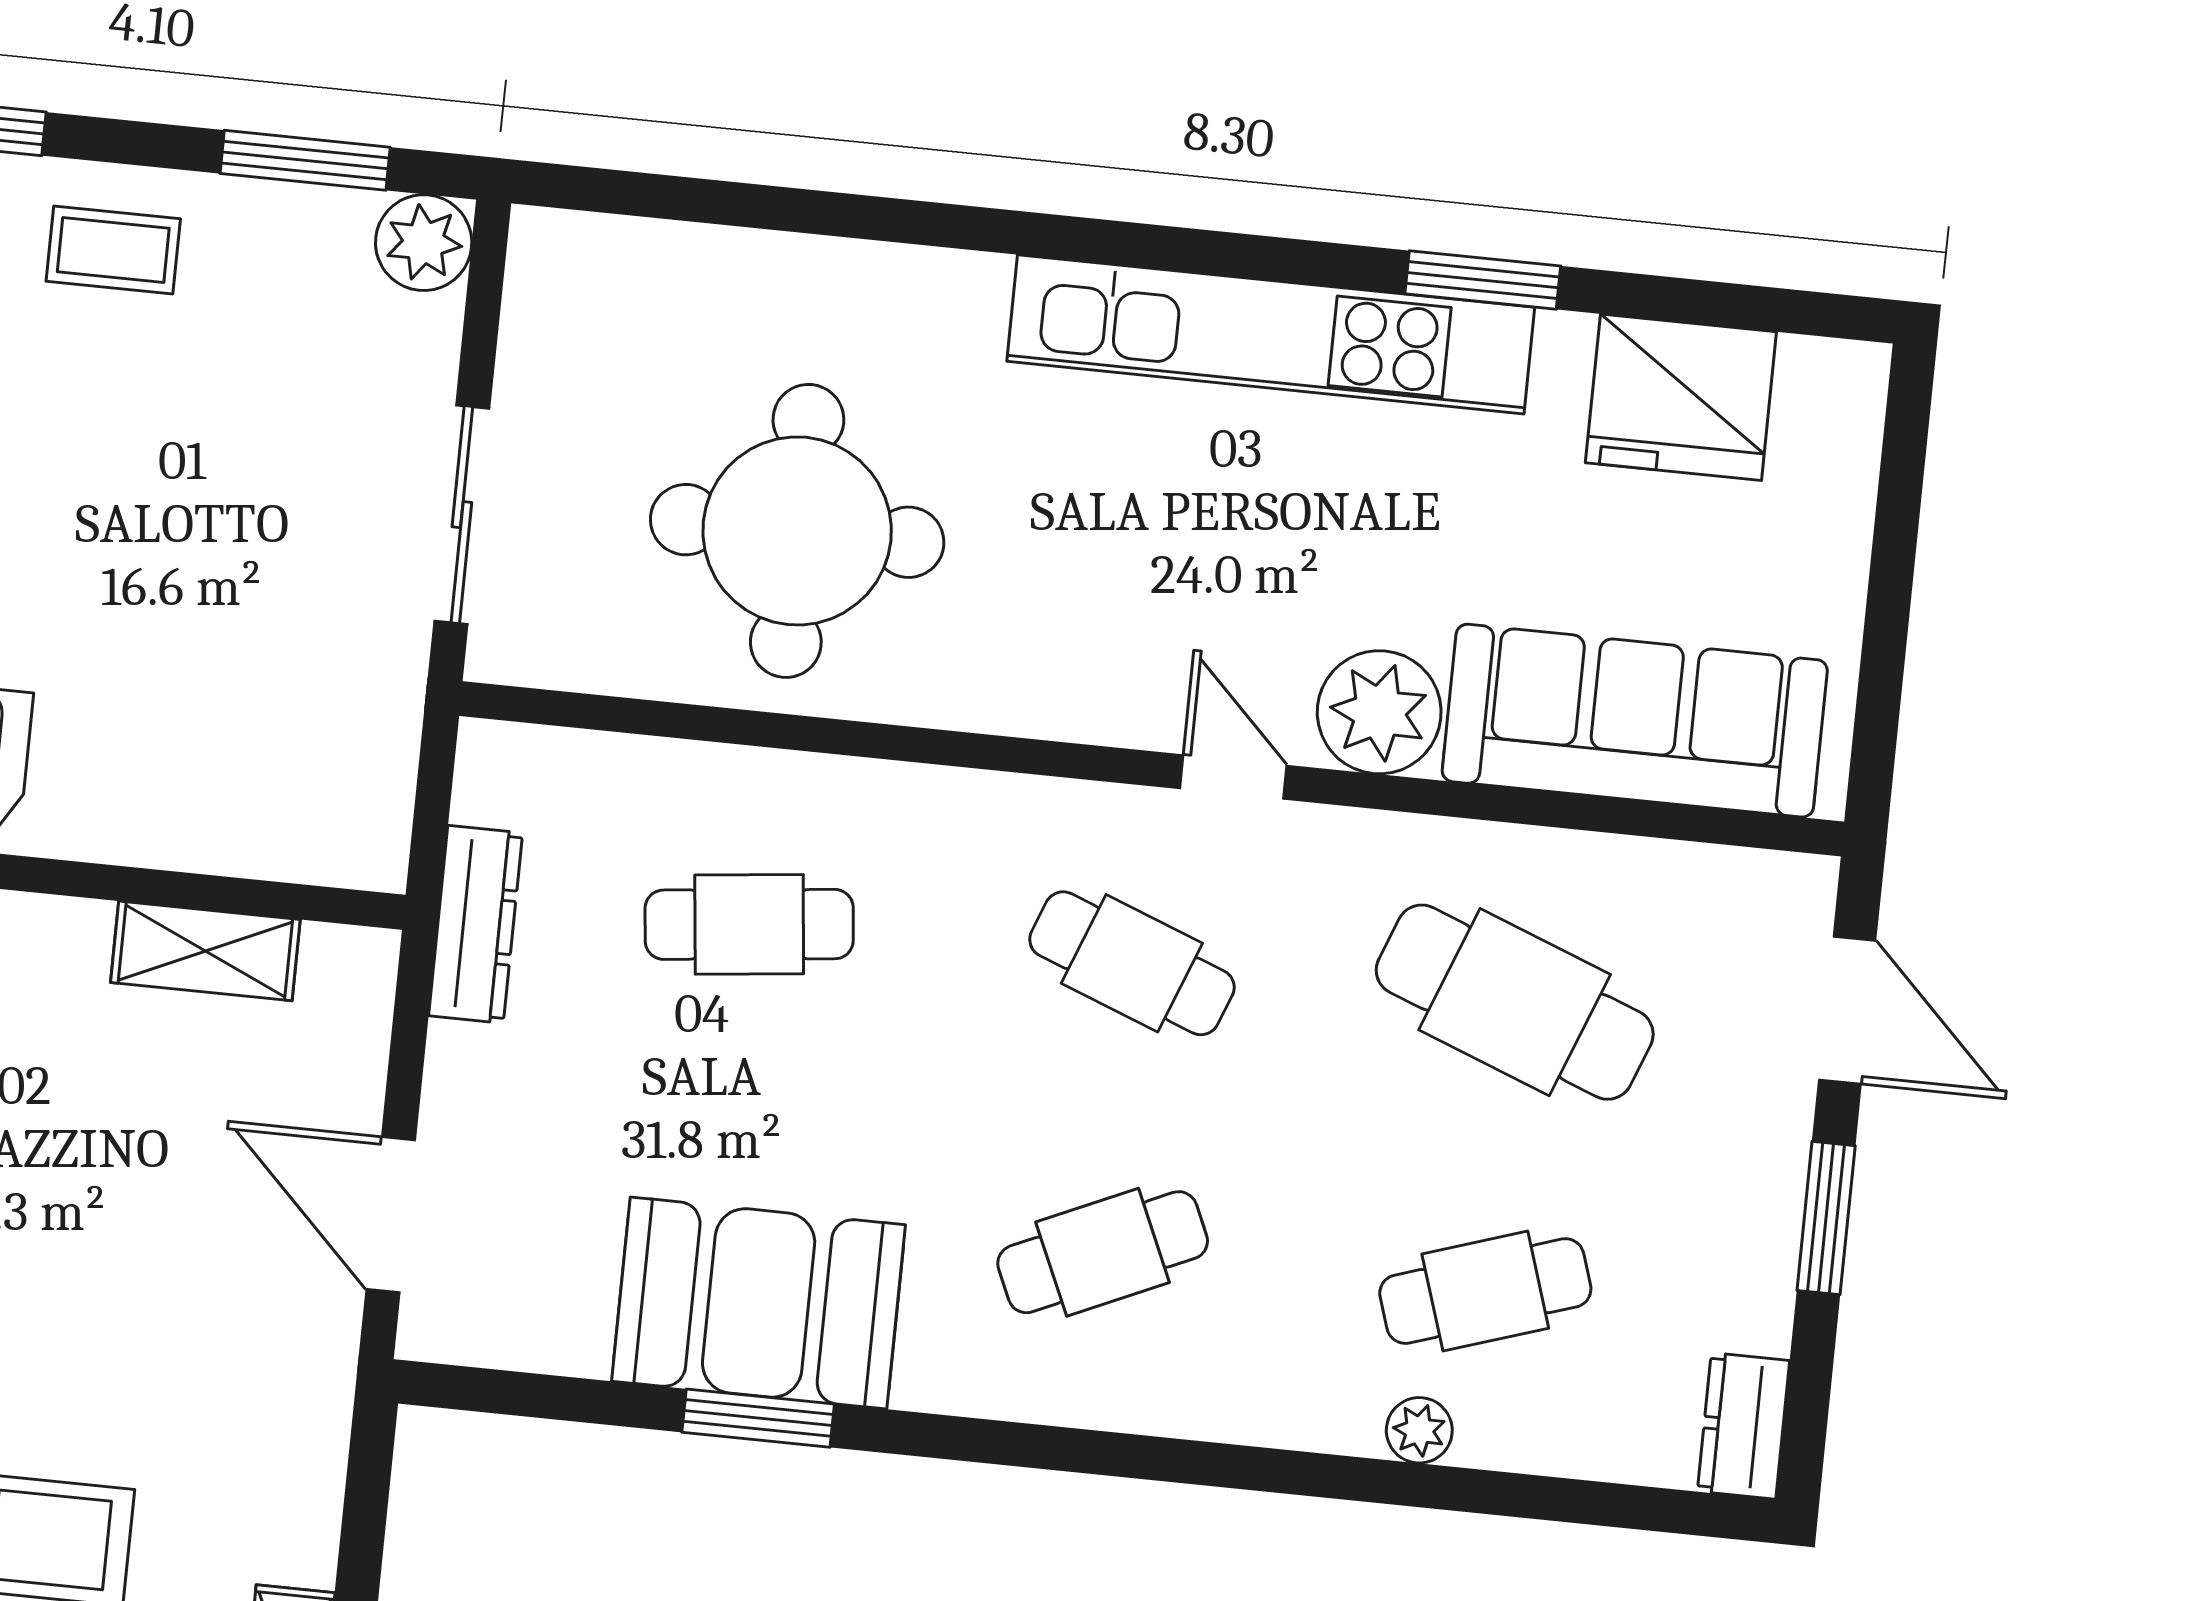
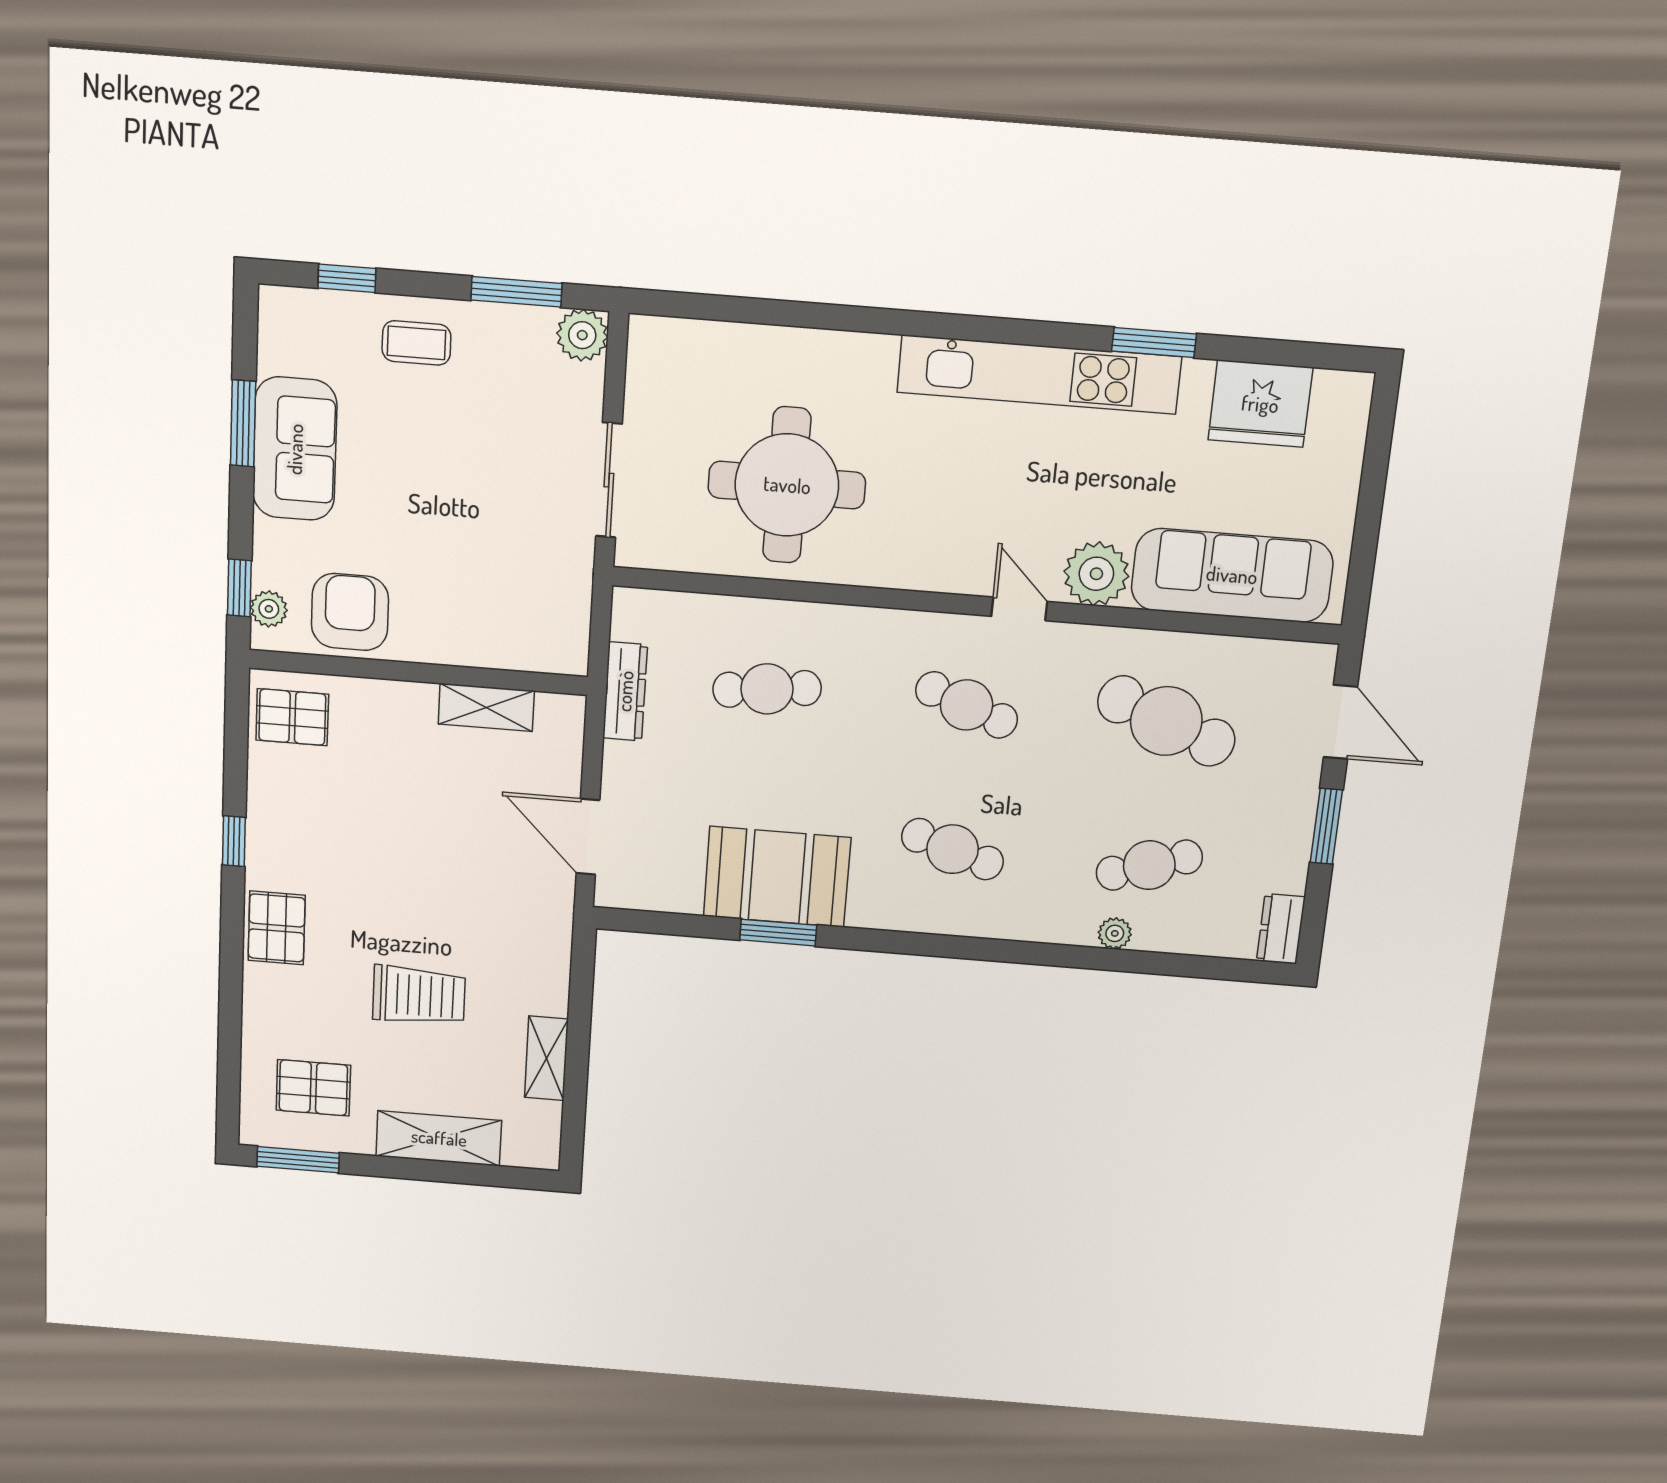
cafe table: (1103, 1252) -> (953, 849), turned 42

